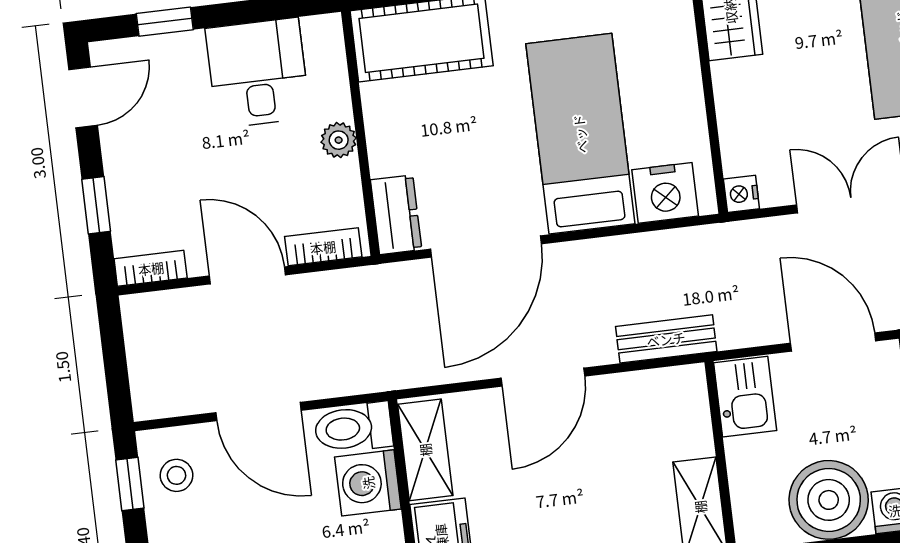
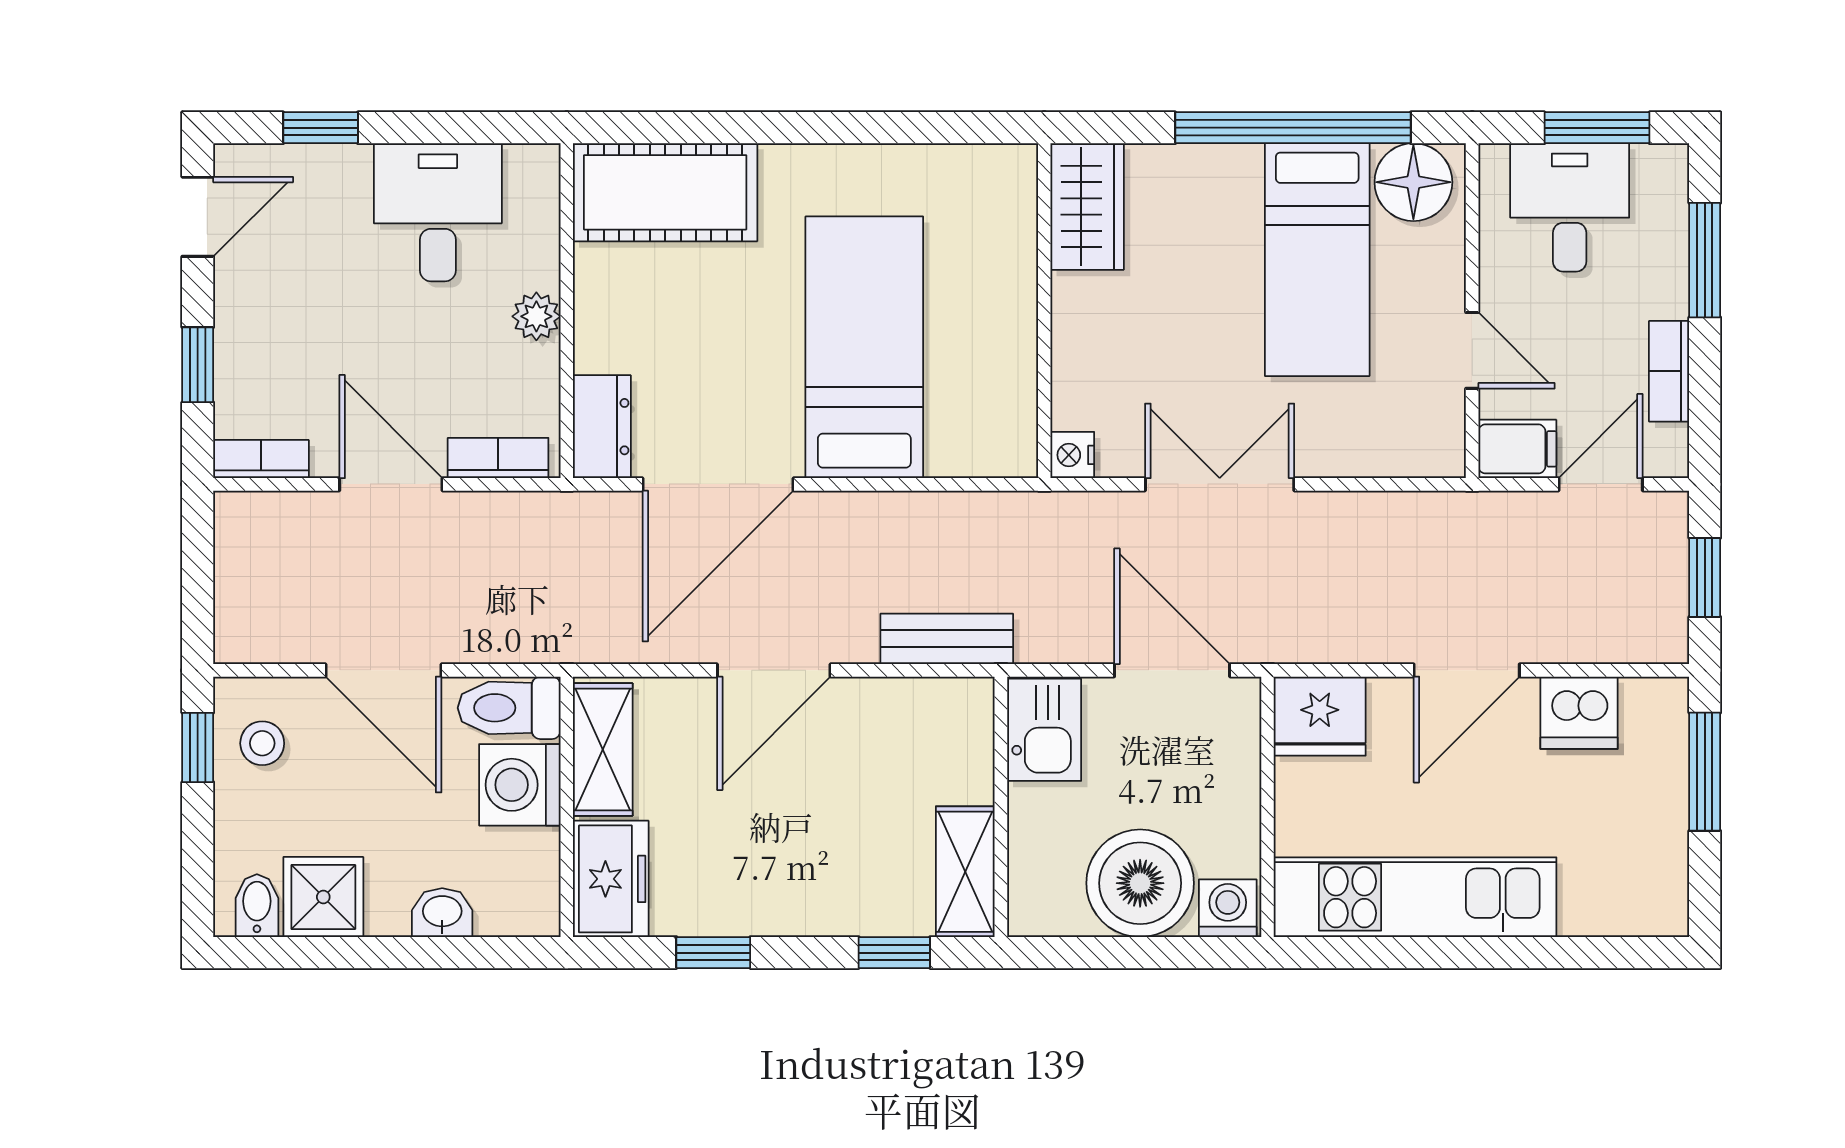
nightstand: (665, 193) -> (969, 441), removed

